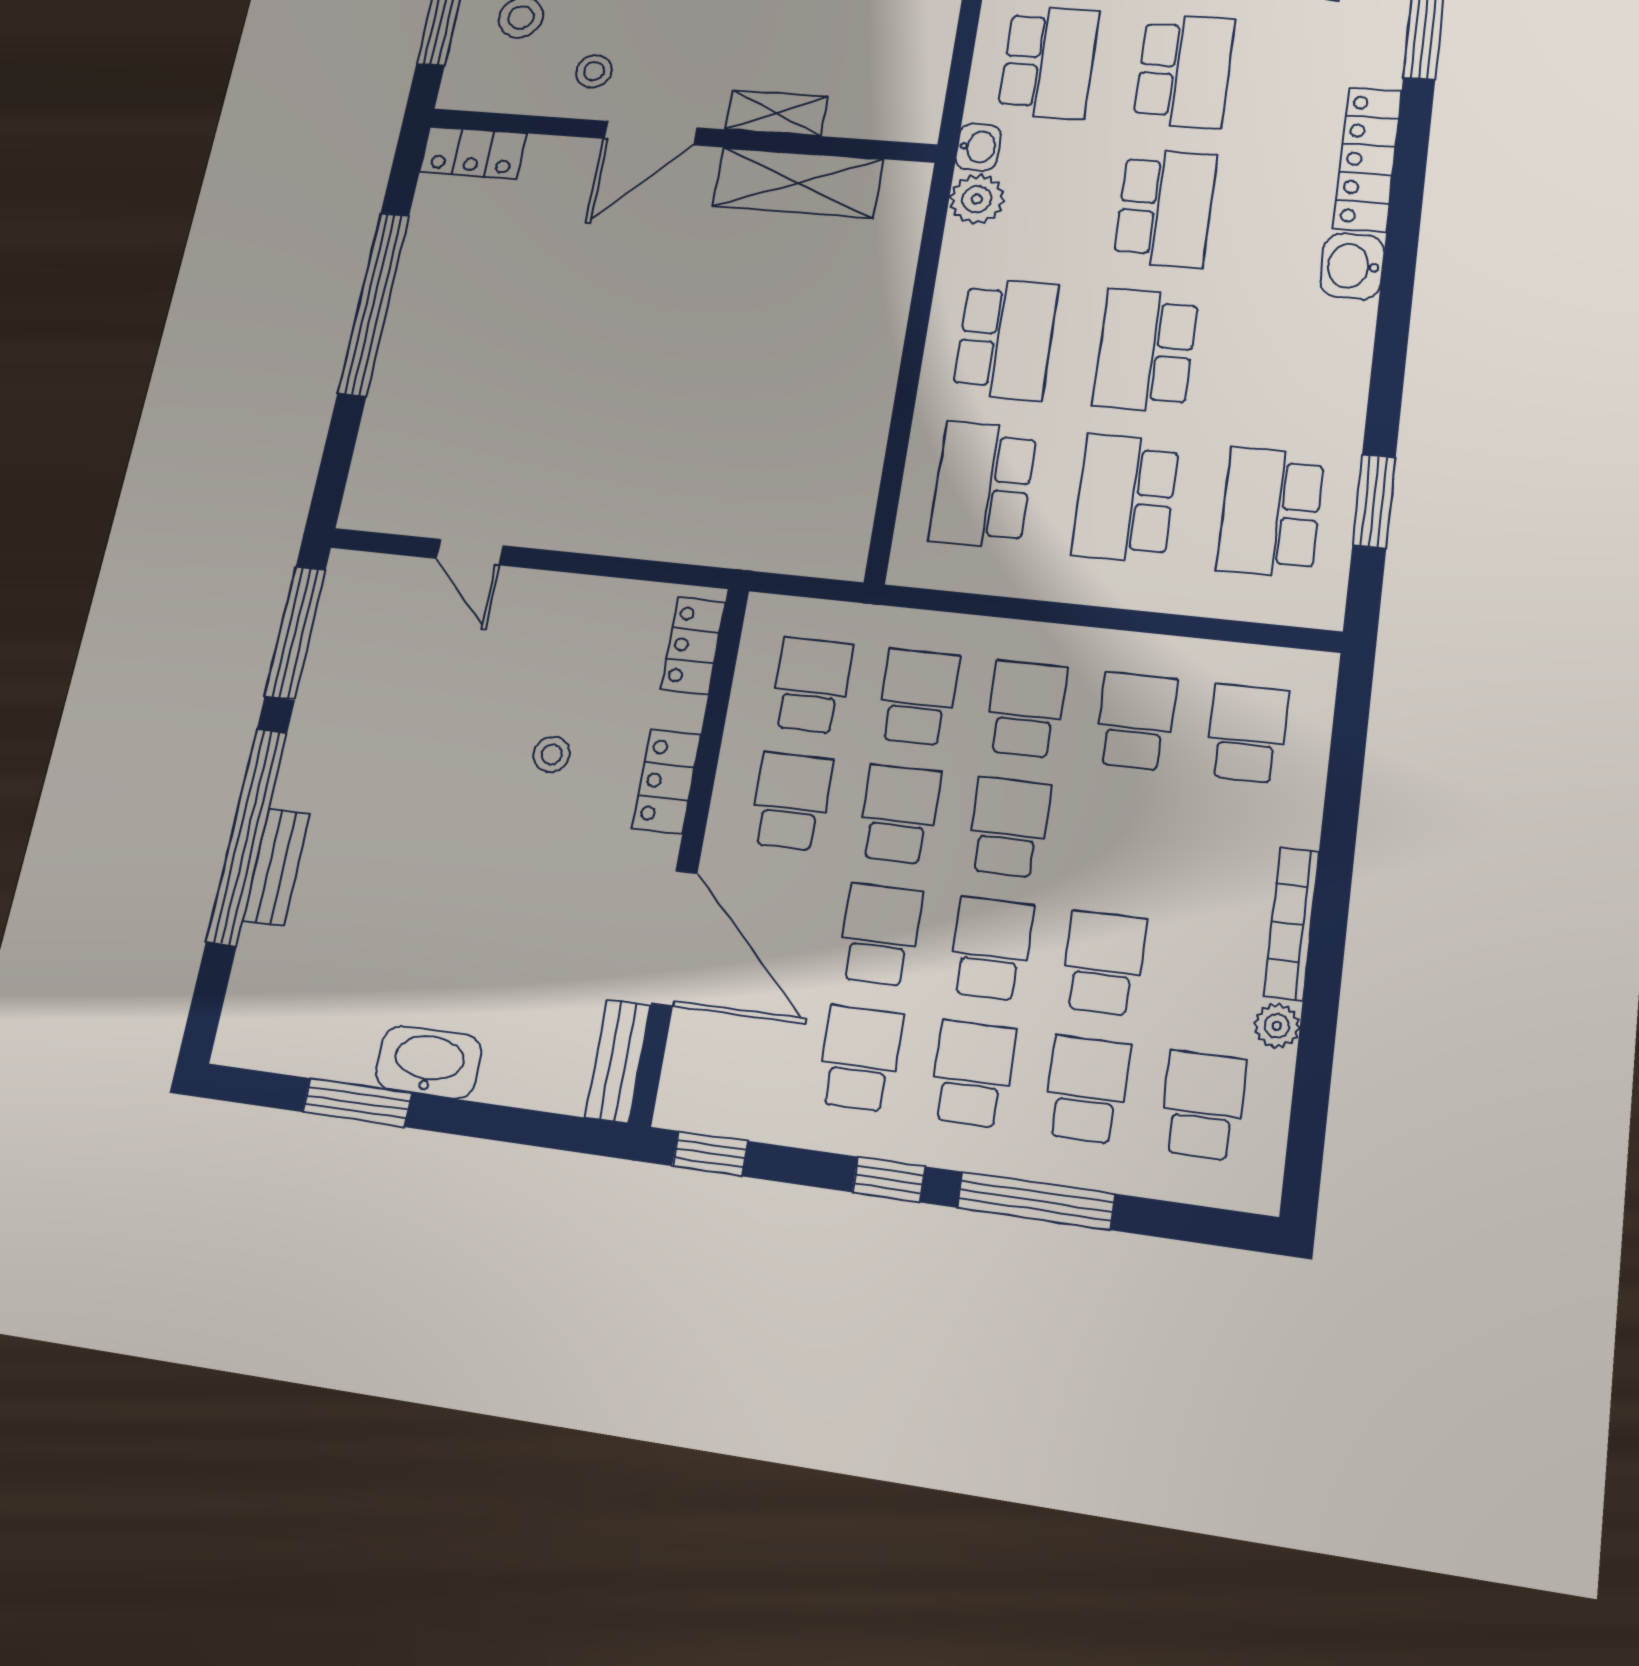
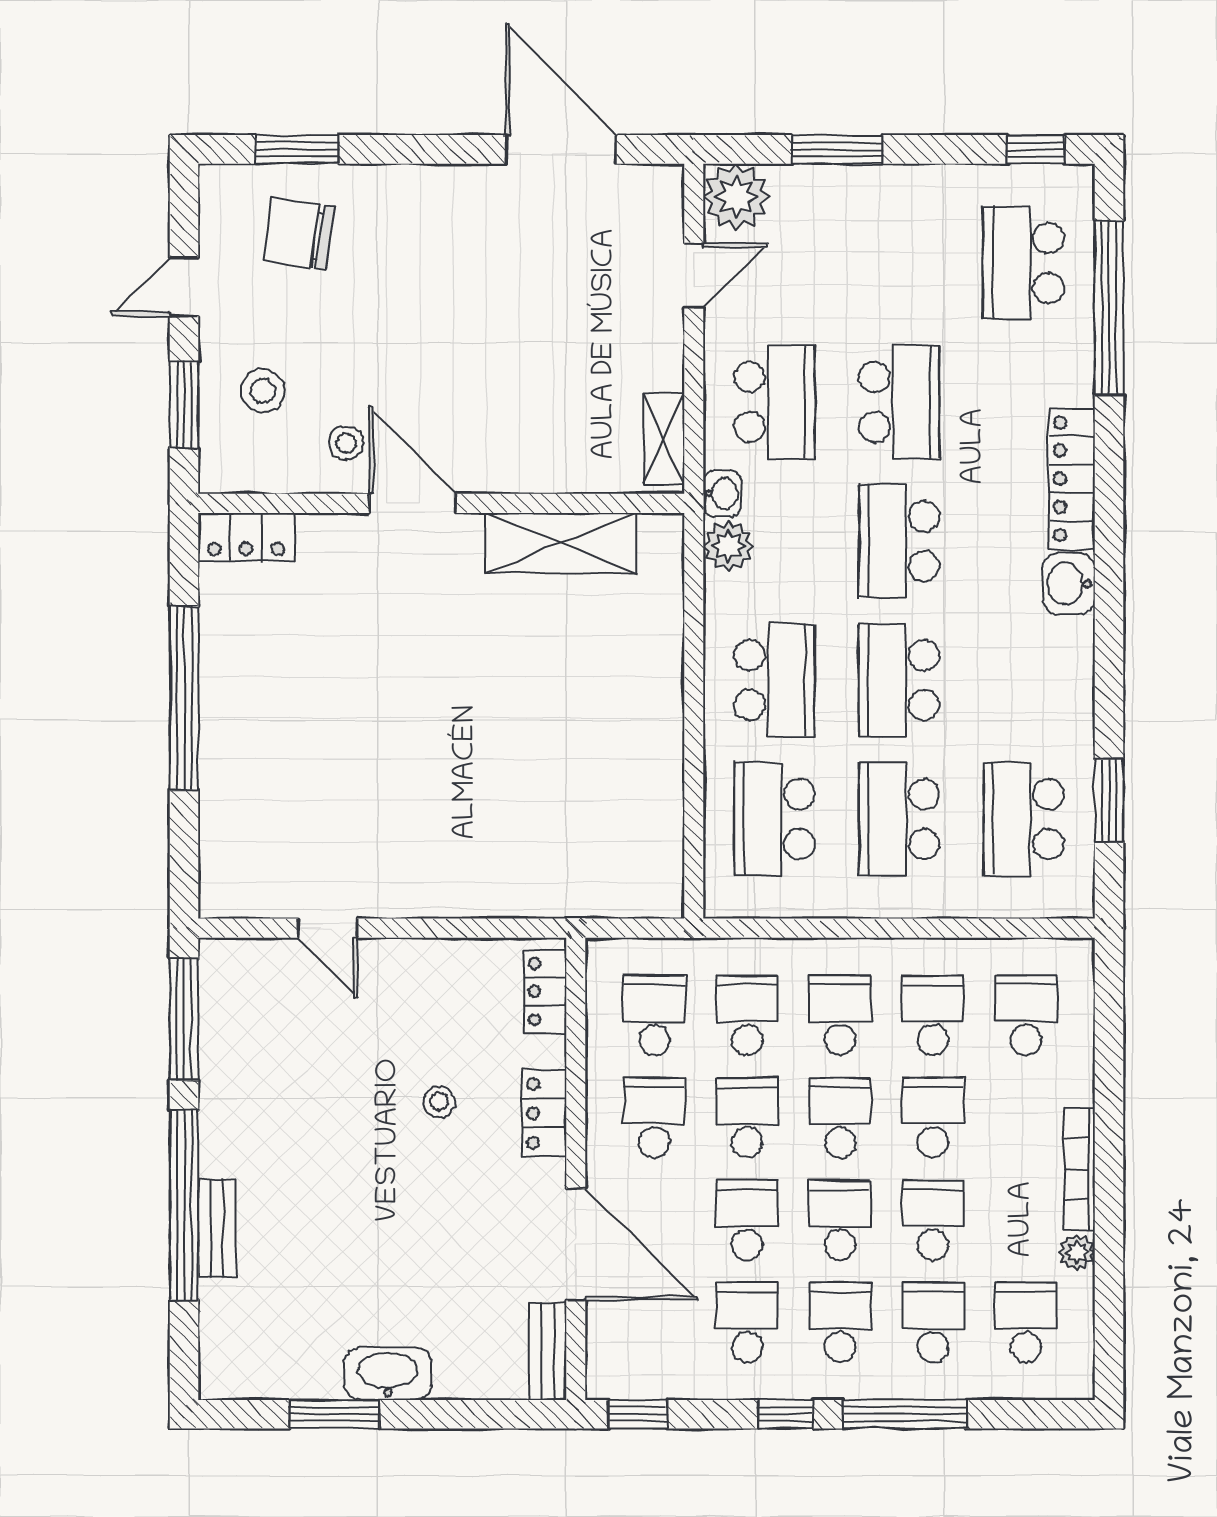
shelving: (776, 113) -> (664, 439), moved, turned 90
door: (650, 133) -> (413, 503), swing flipped
school desk: (1165, 208) -> (899, 541), turned 180
school desk: (1120, 840) -> (933, 1118), added

